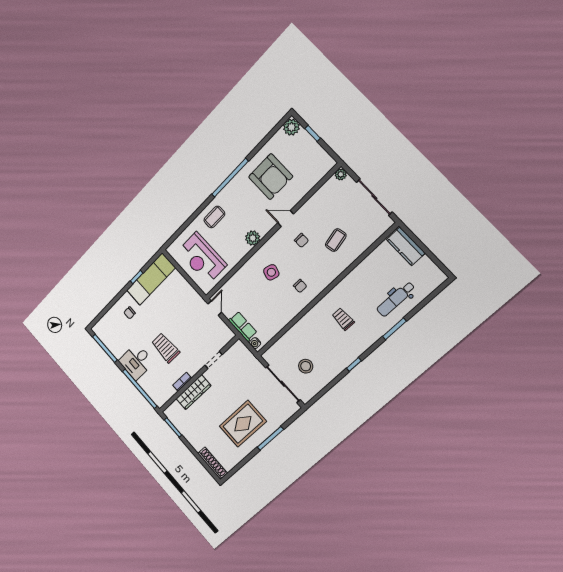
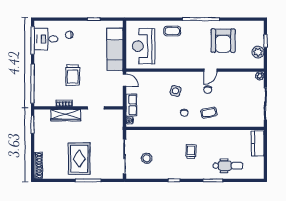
plant: (291, 127) -> (258, 52), moved
door: (286, 218) -> (210, 70), swing flipped
plant: (253, 238) -> (183, 63), removed
coffee table: (336, 240) -> (209, 113), moved
exam couch: (151, 279) -> (115, 49), moved, turned 90
dental chair: (396, 299) -> (228, 166), turned 180
door: (215, 308) -> (124, 80), hinge flipped
trolley: (166, 348) -> (73, 75), turned 180
desk: (136, 362) -> (46, 39), moved
rug: (243, 424) -> (79, 159), turned 90

